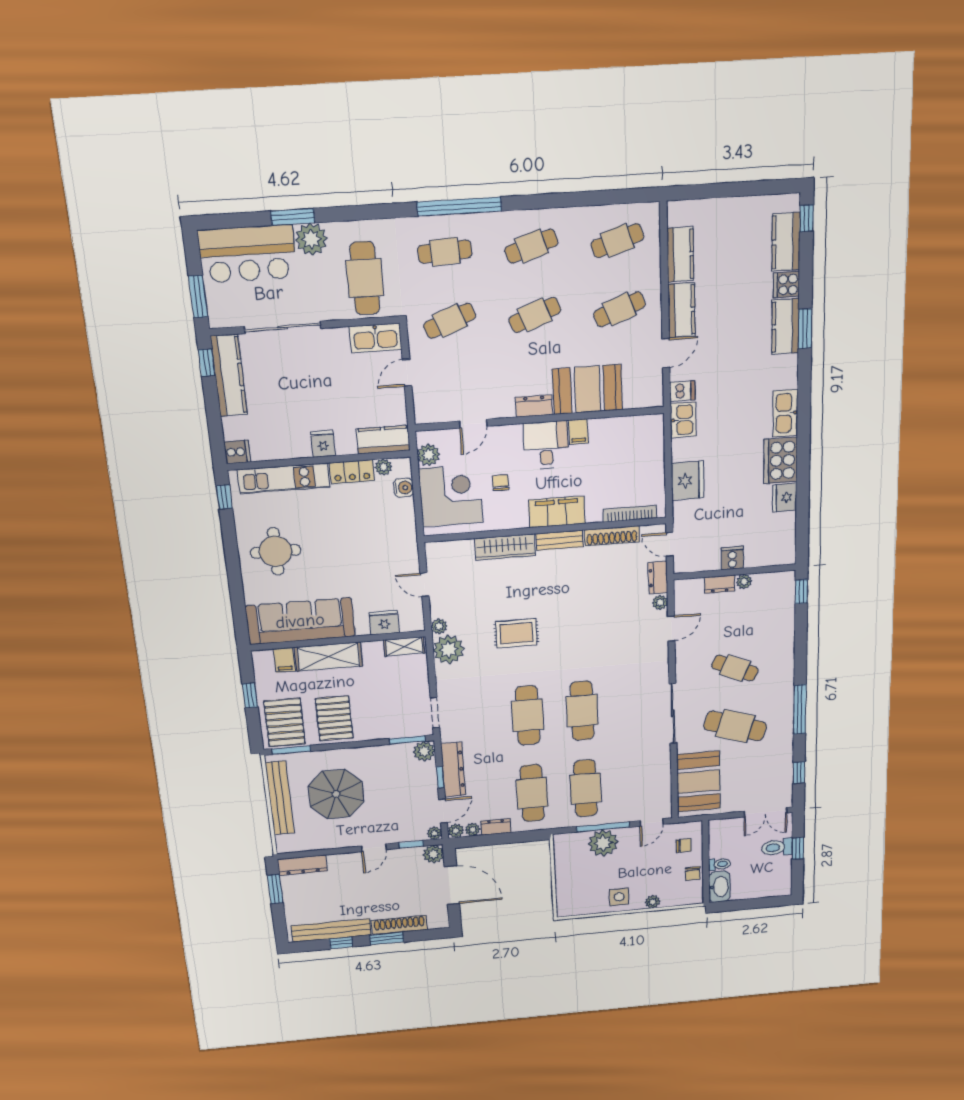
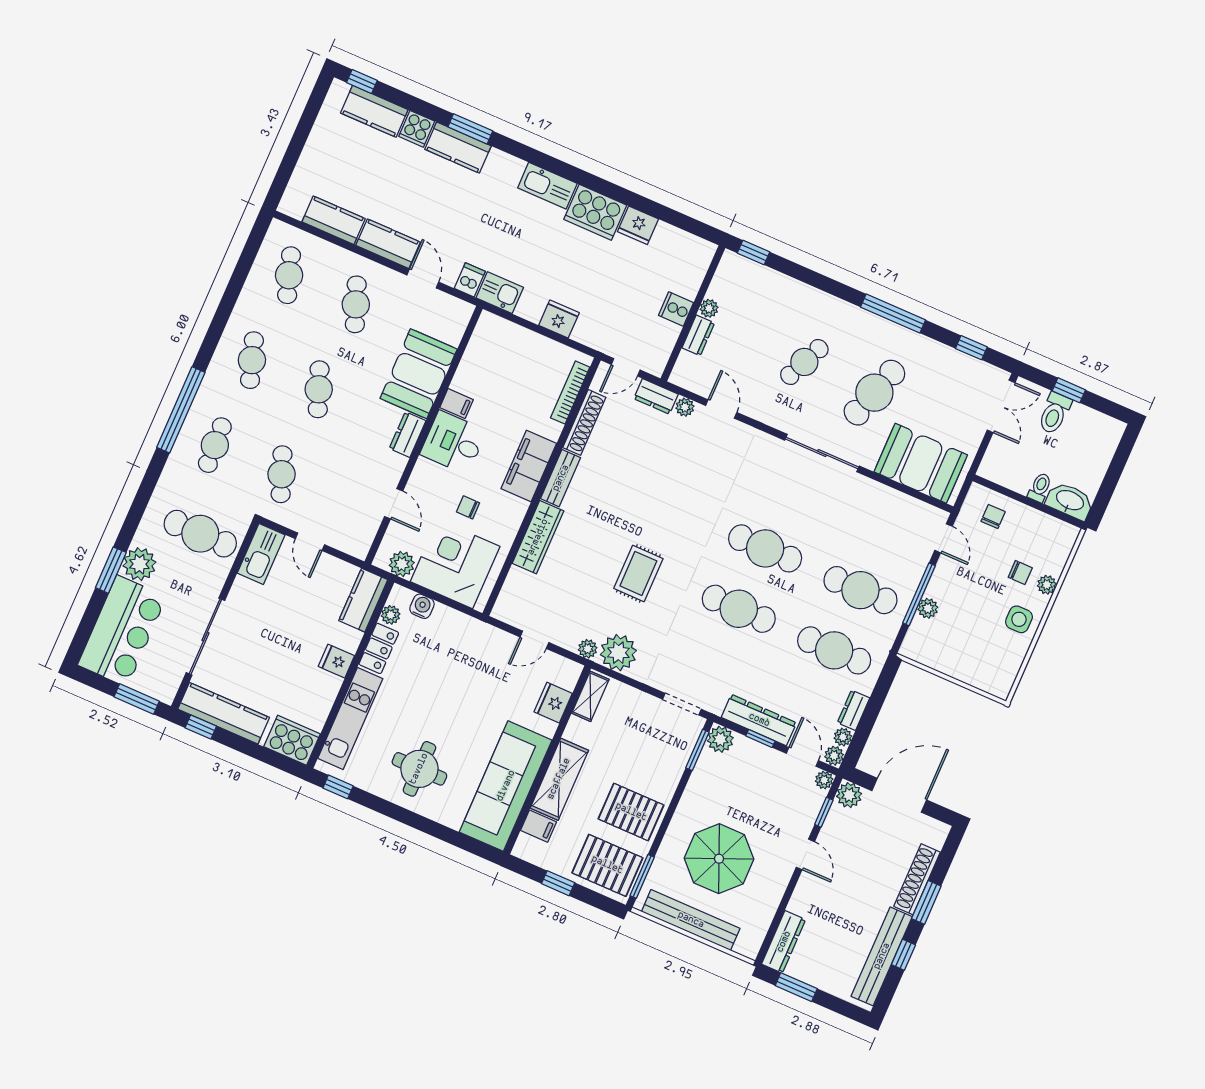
cooker: (237, 452) -> (292, 740), width x1.87, depth x1.31
fridge: (688, 480) -> (559, 319), width x0.73, depth x0.75
plant: (603, 843) -> (928, 608), width x0.53, depth x0.53
chair: (693, 874) -> (1020, 573), moved

